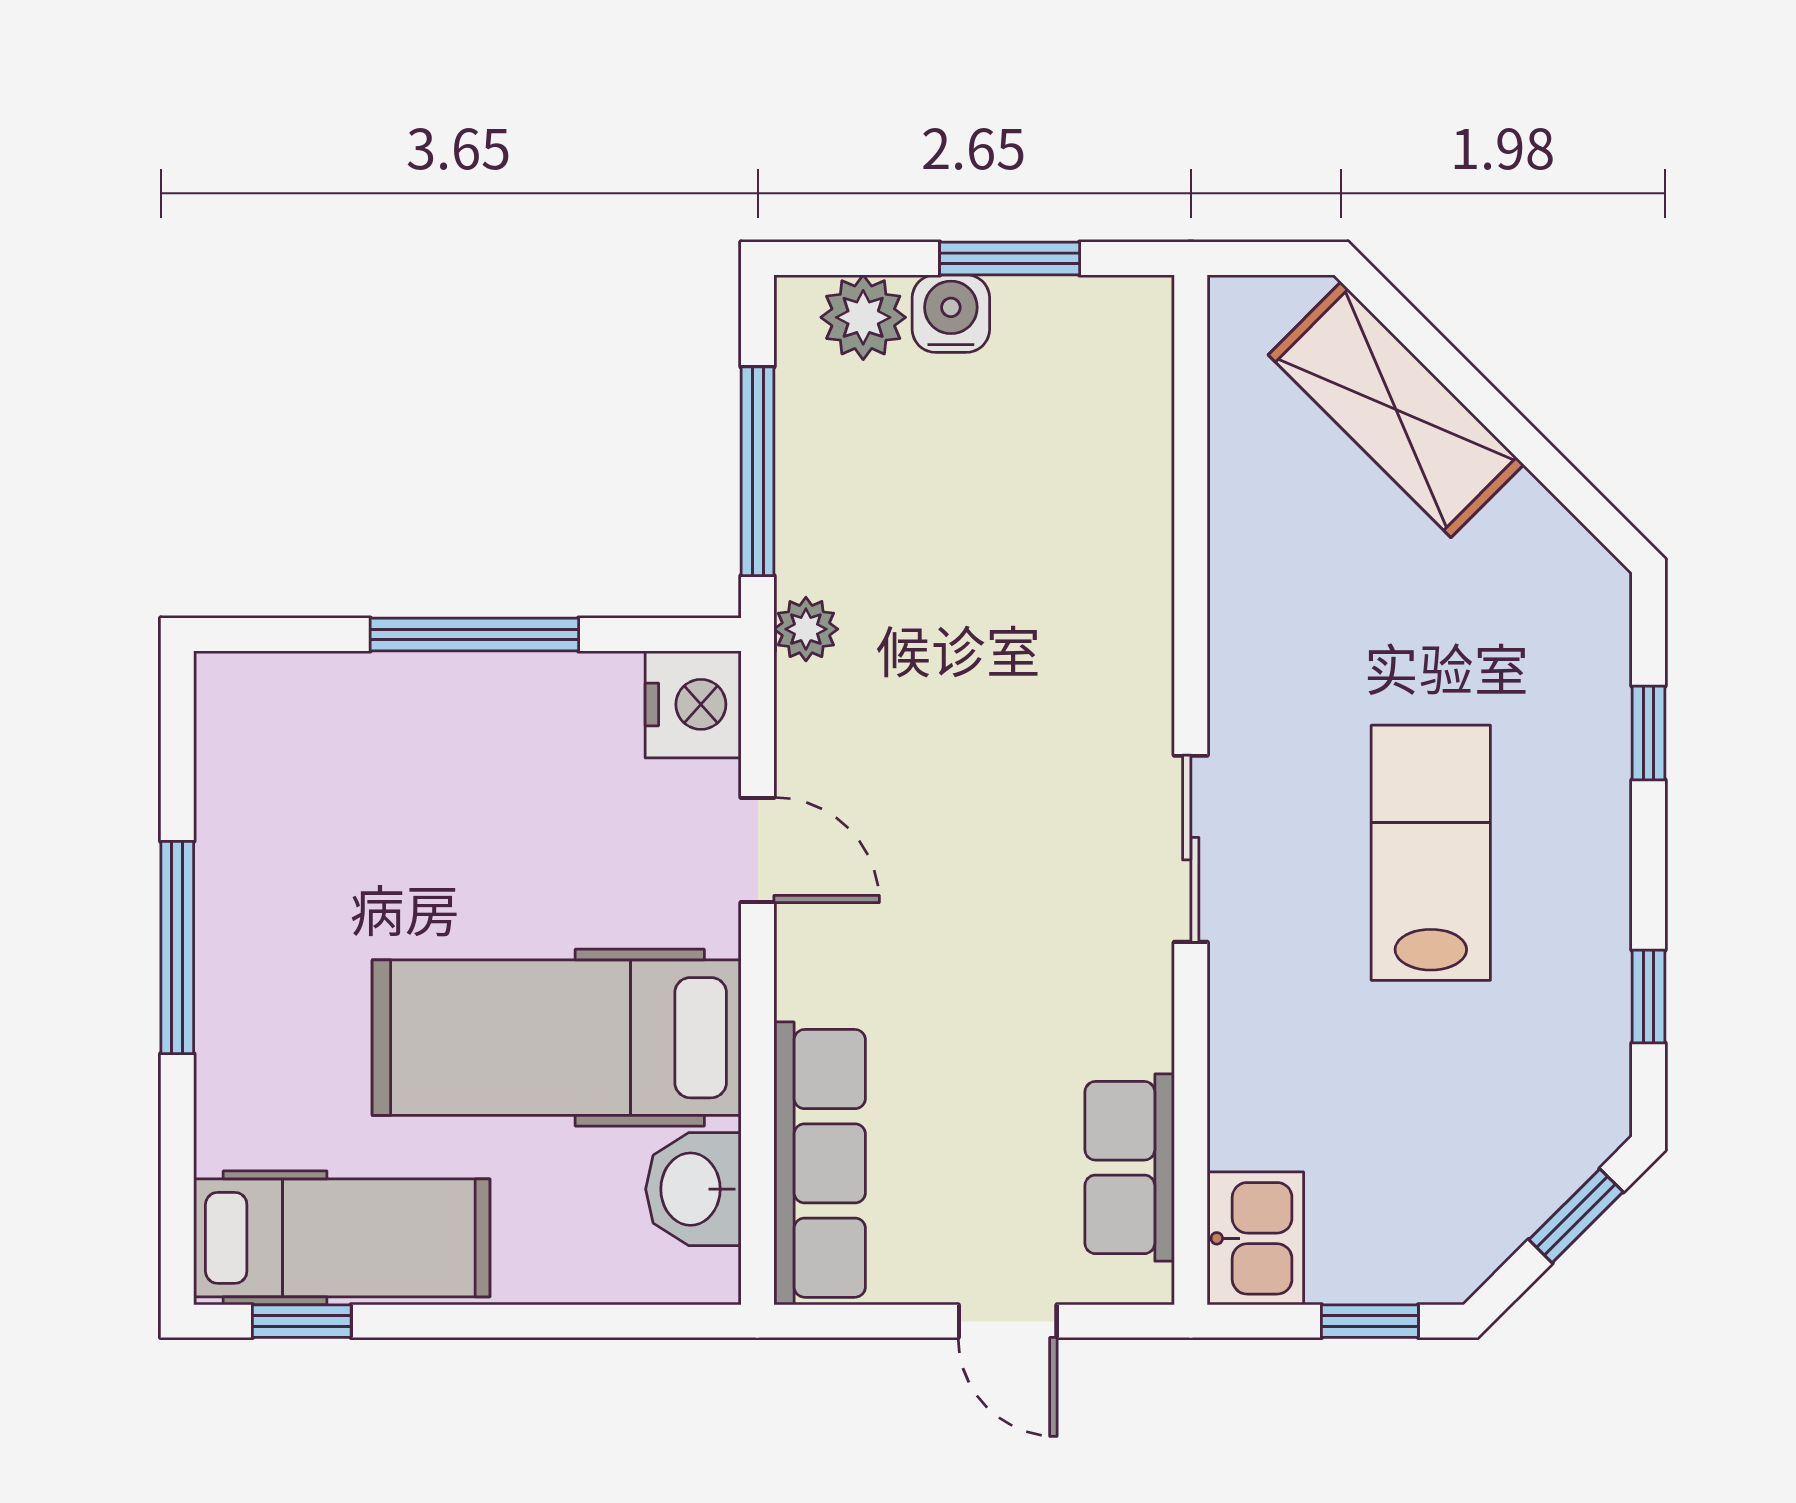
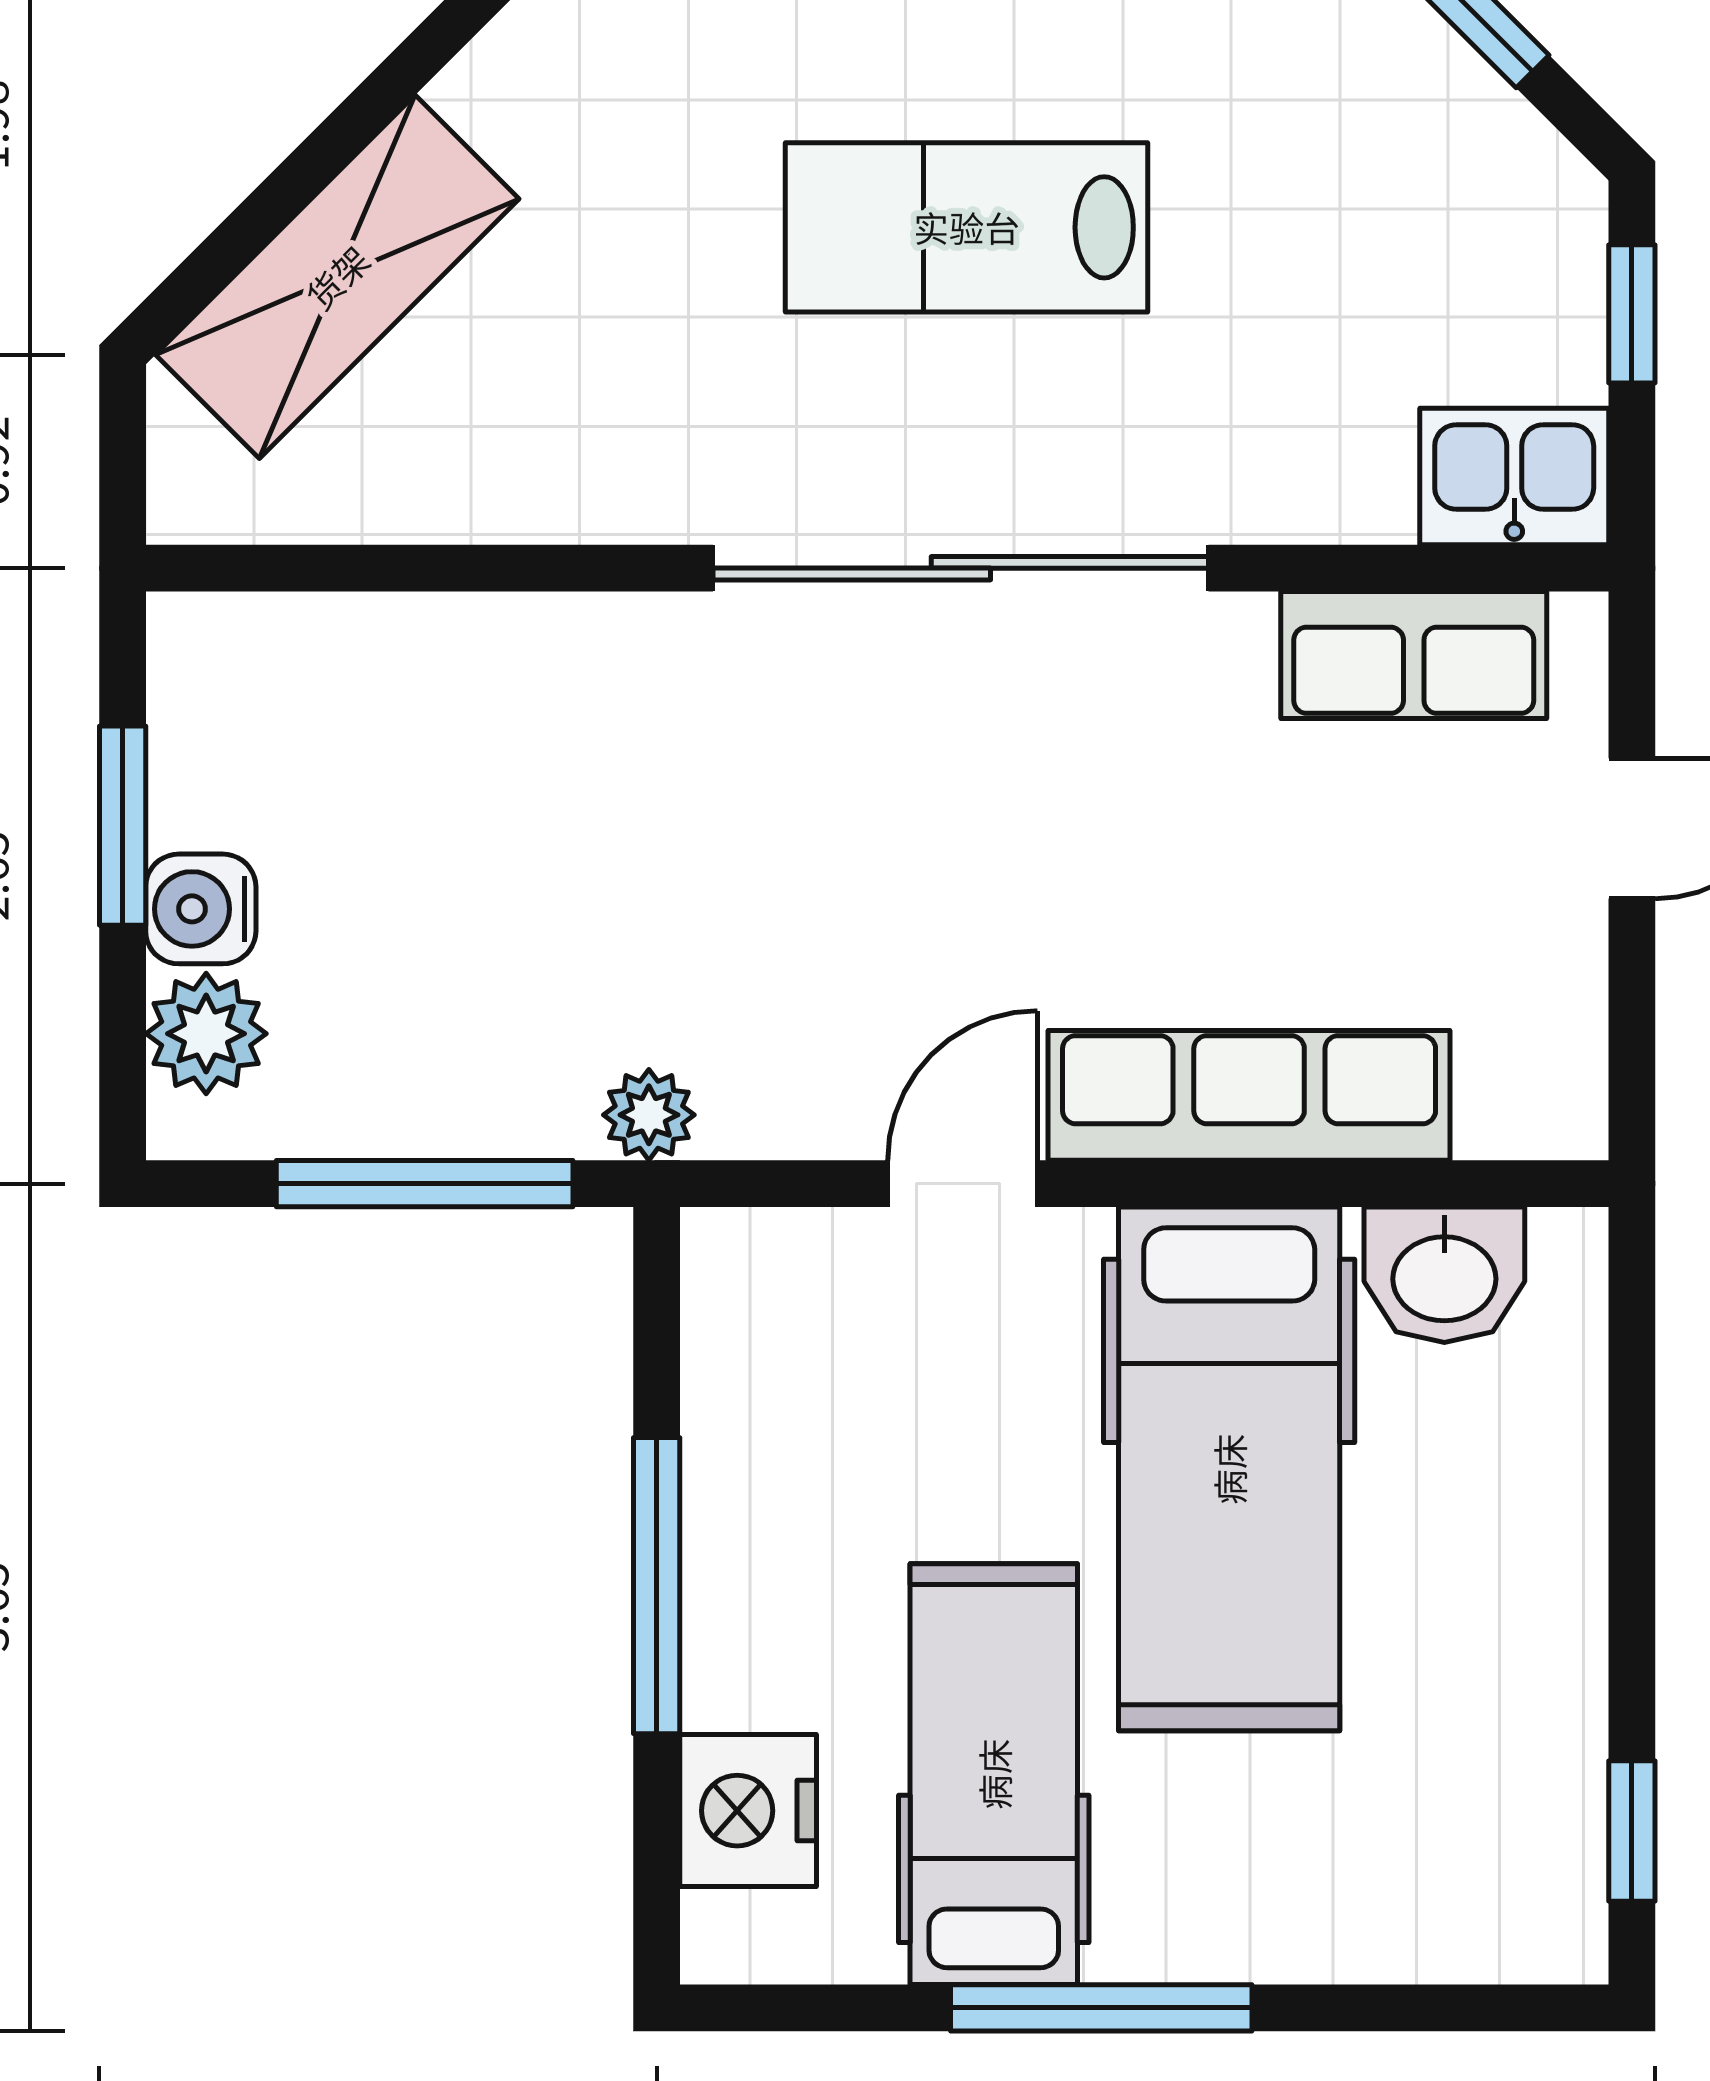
nightstand: (693, 704) -> (748, 1811), moved, turned -90
sliding door: (1191, 849) -> (961, 568), width x1.86
row of seats: (820, 1163) -> (1249, 1095), moved
hospital bed: (342, 1238) -> (994, 1774), moved

